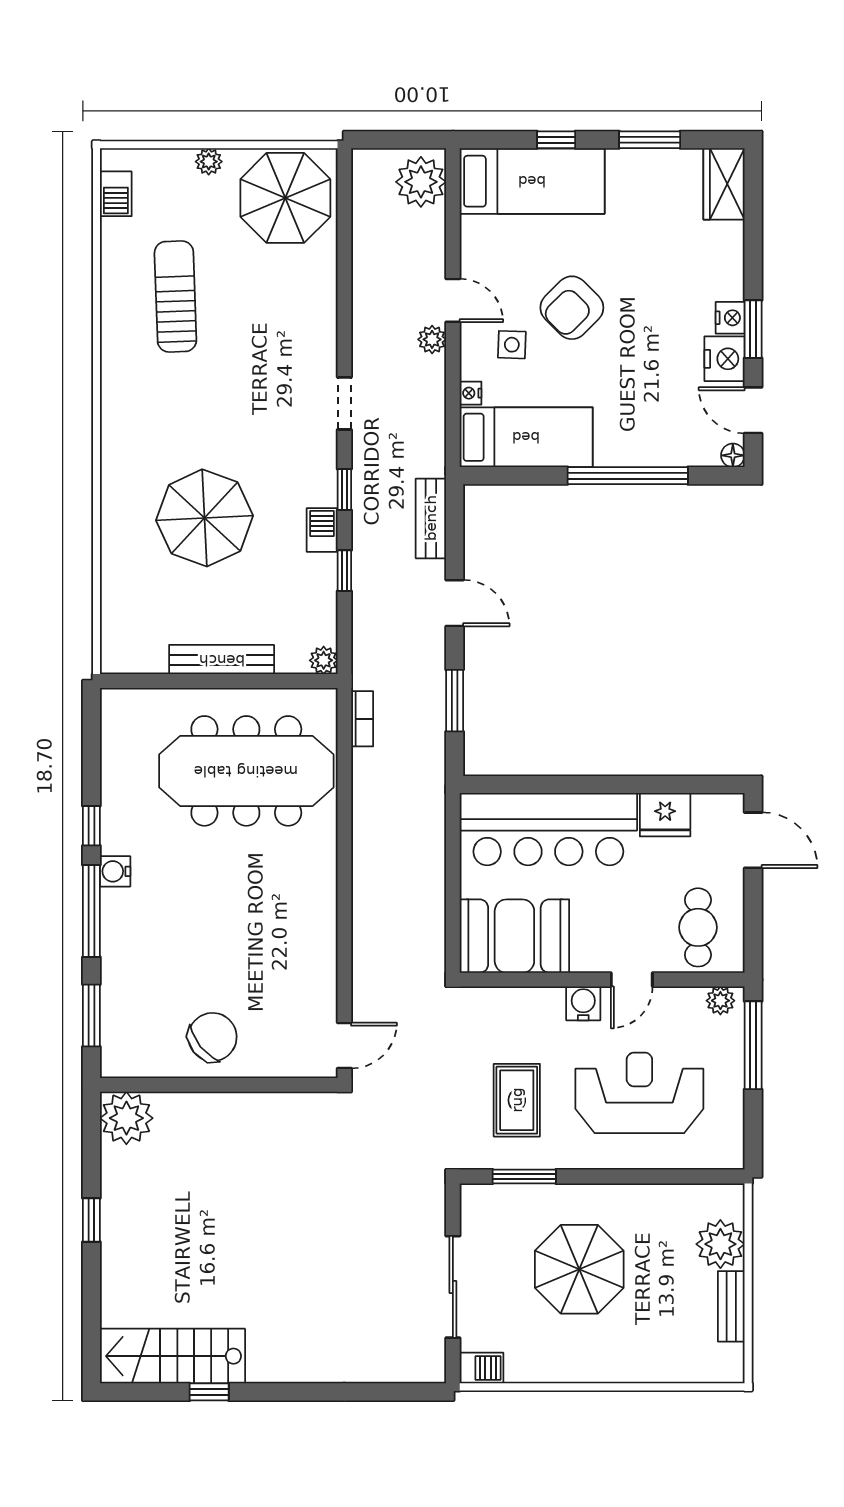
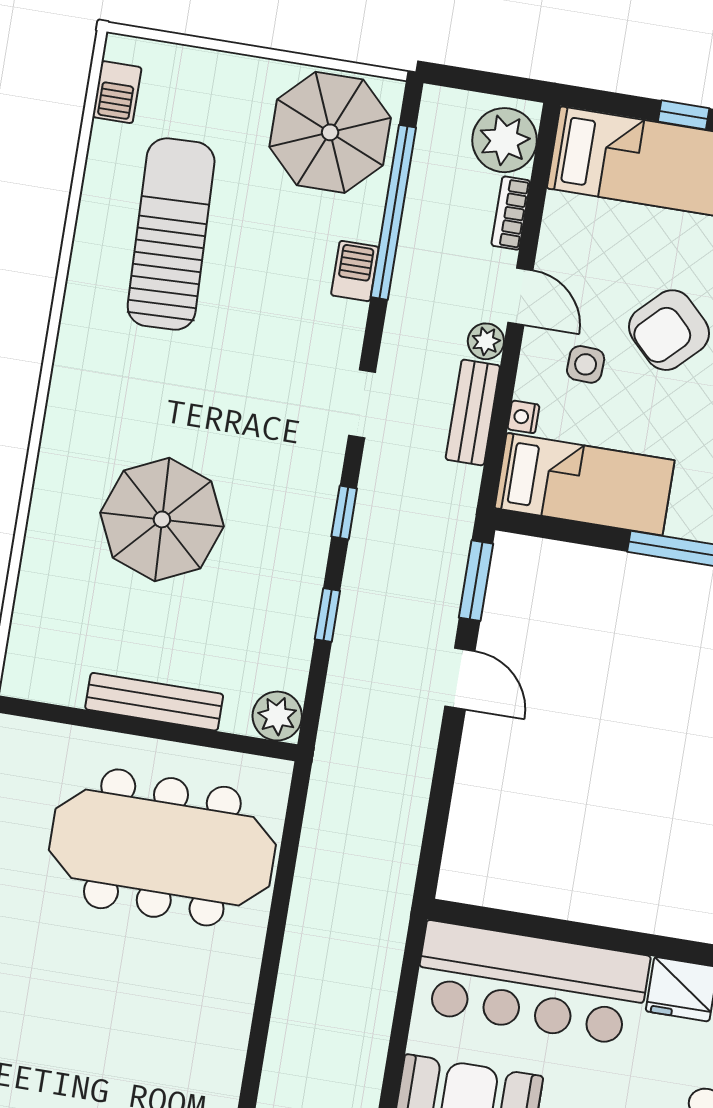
plant: (209, 162) -> (241, 71), removed
window: (344, 252) -> (393, 212), added
sun lounger: (175, 296) -> (171, 234), width x1.36, depth x1.34
bench: (431, 518) -> (473, 412), moved
barbecue: (322, 530) -> (355, 271), moved
plant: (324, 660) -> (277, 716), width x1.38, depth x1.38
window: (455, 701) -> (476, 581), moved
bookcase: (362, 719) -> (511, 213), moved, turned 180

